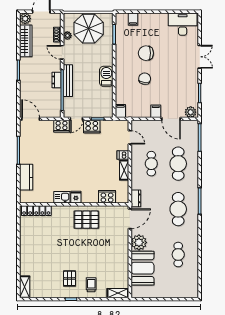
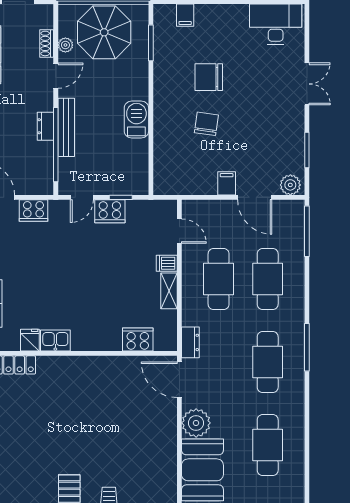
door: (62, 52) -> (56, 76), swing flipped
filing cabinet: (120, 111) -> (162, 183), removed
cooker: (62, 126) -> (33, 211), moved
cafe table: (151, 164) -> (219, 279), width x1.37, depth x1.35
fridge: (76, 197) -> (30, 340), moved
door: (130, 219) -> (179, 380), swing flipped
pallet: (86, 220) -> (100, 381), removed
cafe table: (178, 255) -> (268, 445), width x1.37, depth x1.35

